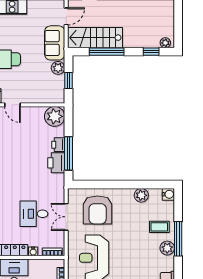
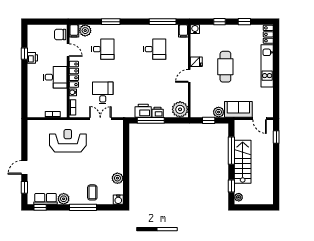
stairs: (95, 38) -> (243, 162), moved
armchair: (98, 210) -> (106, 143), removed
plant: (167, 248) -> (64, 199), moved

